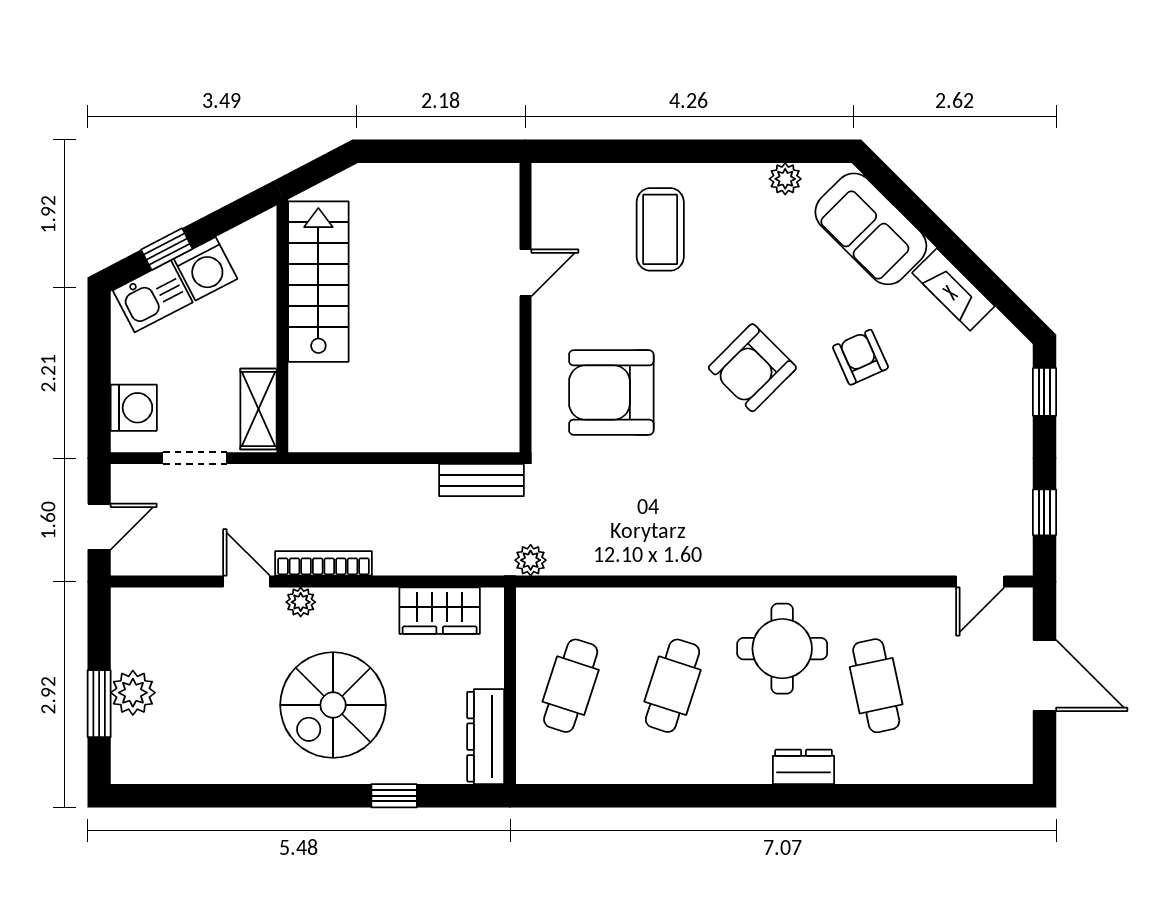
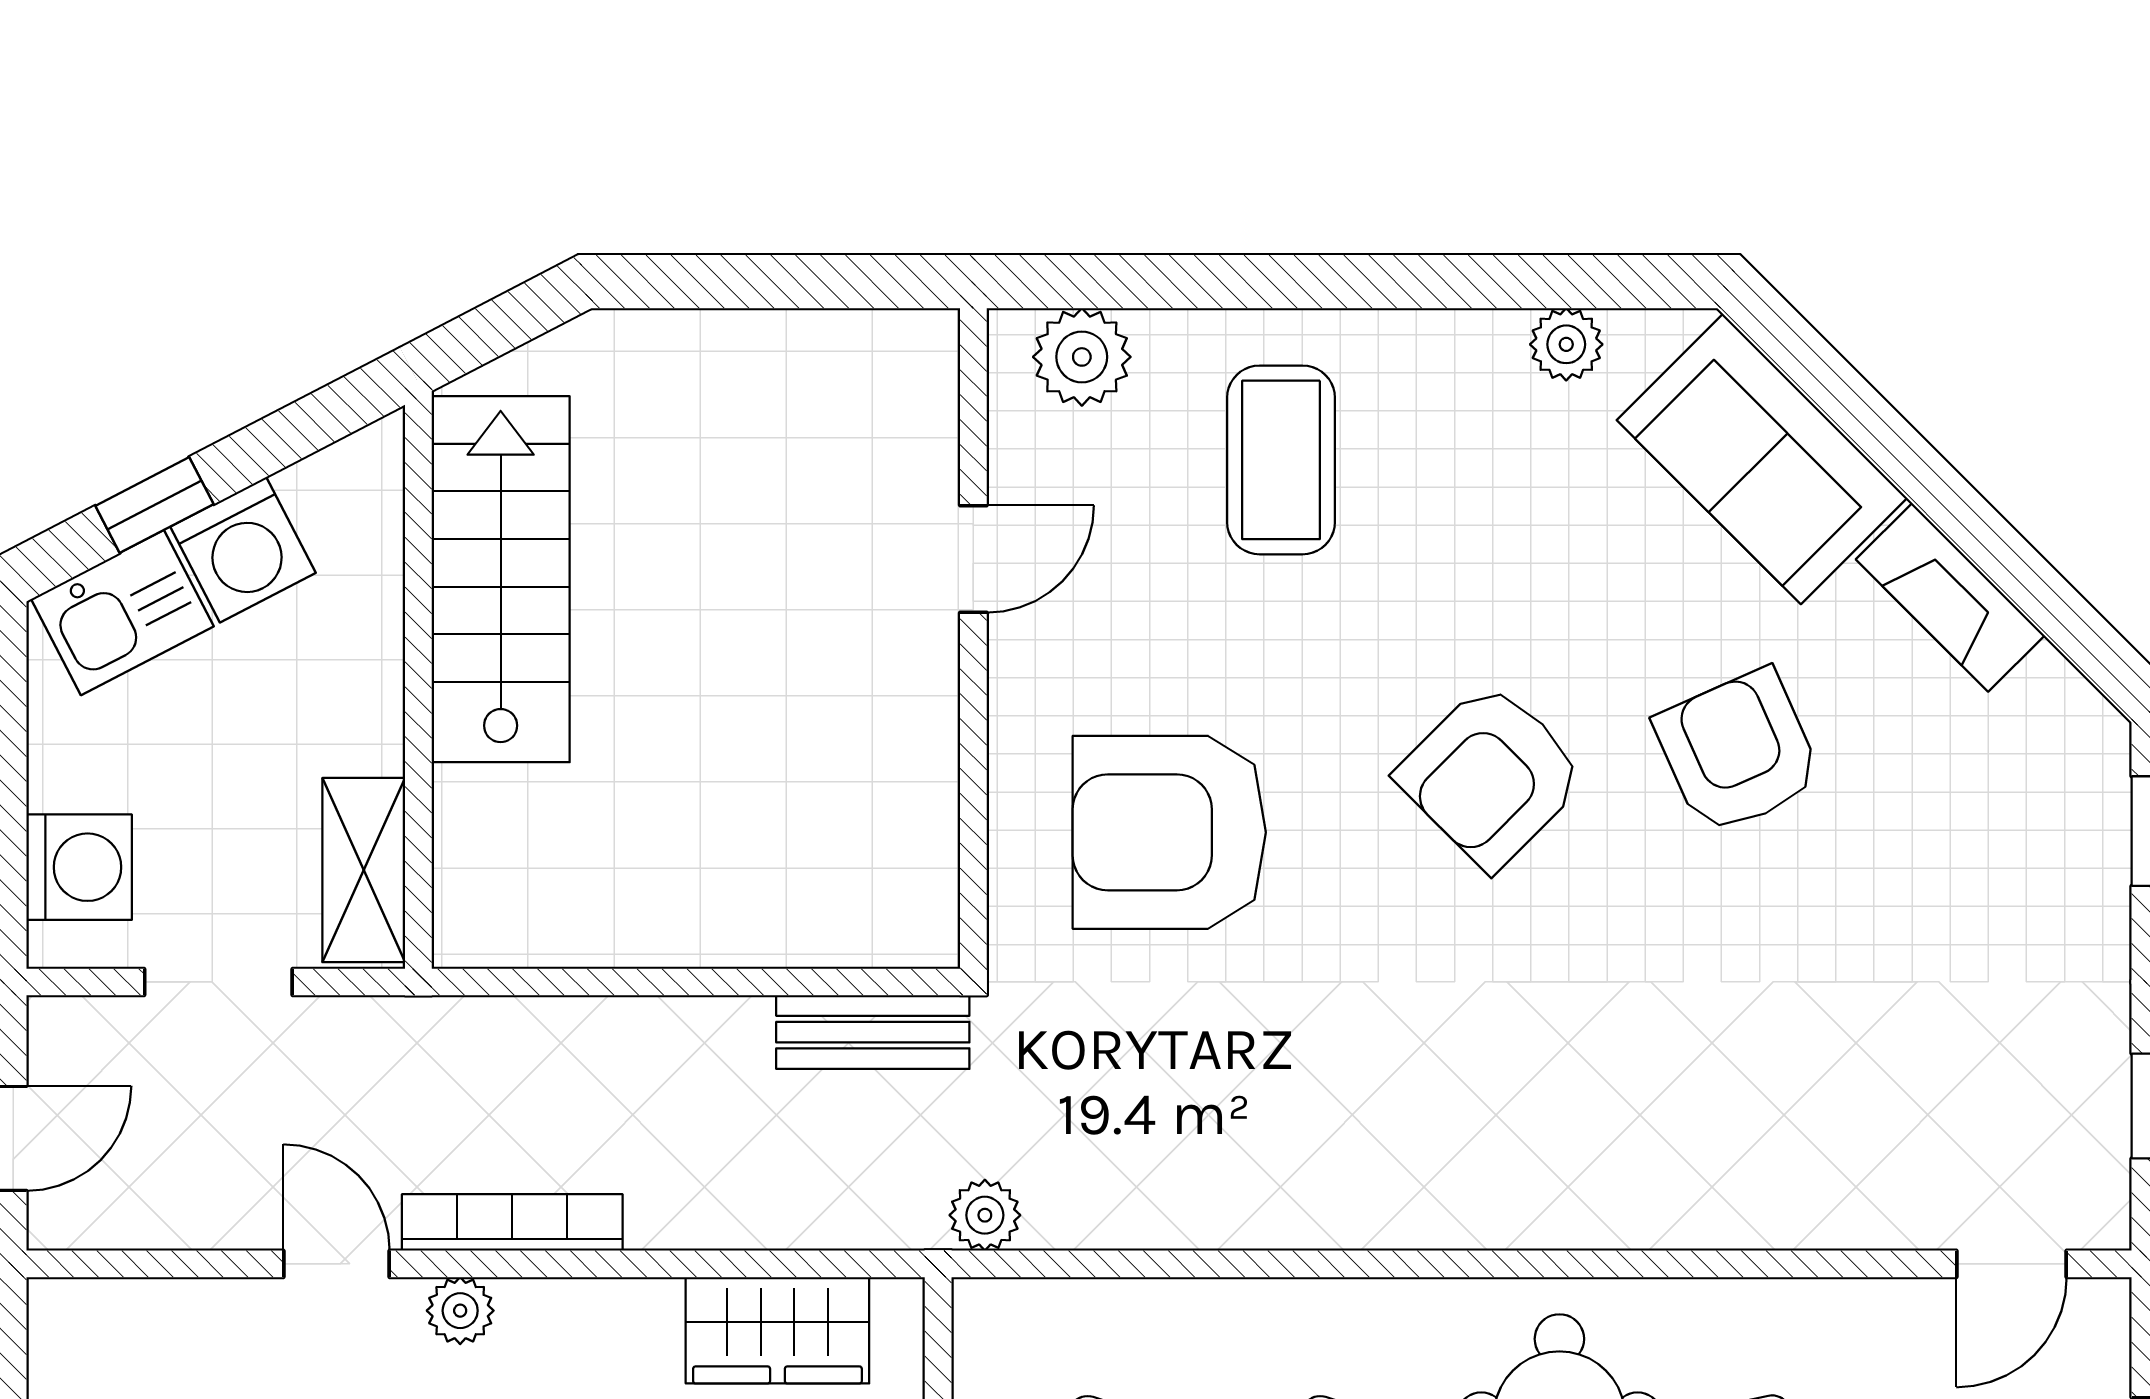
plant: (573, 184) -> (1082, 357), added
armchair: (860, 357) -> (1738, 752), width x1.38, depth x1.38

